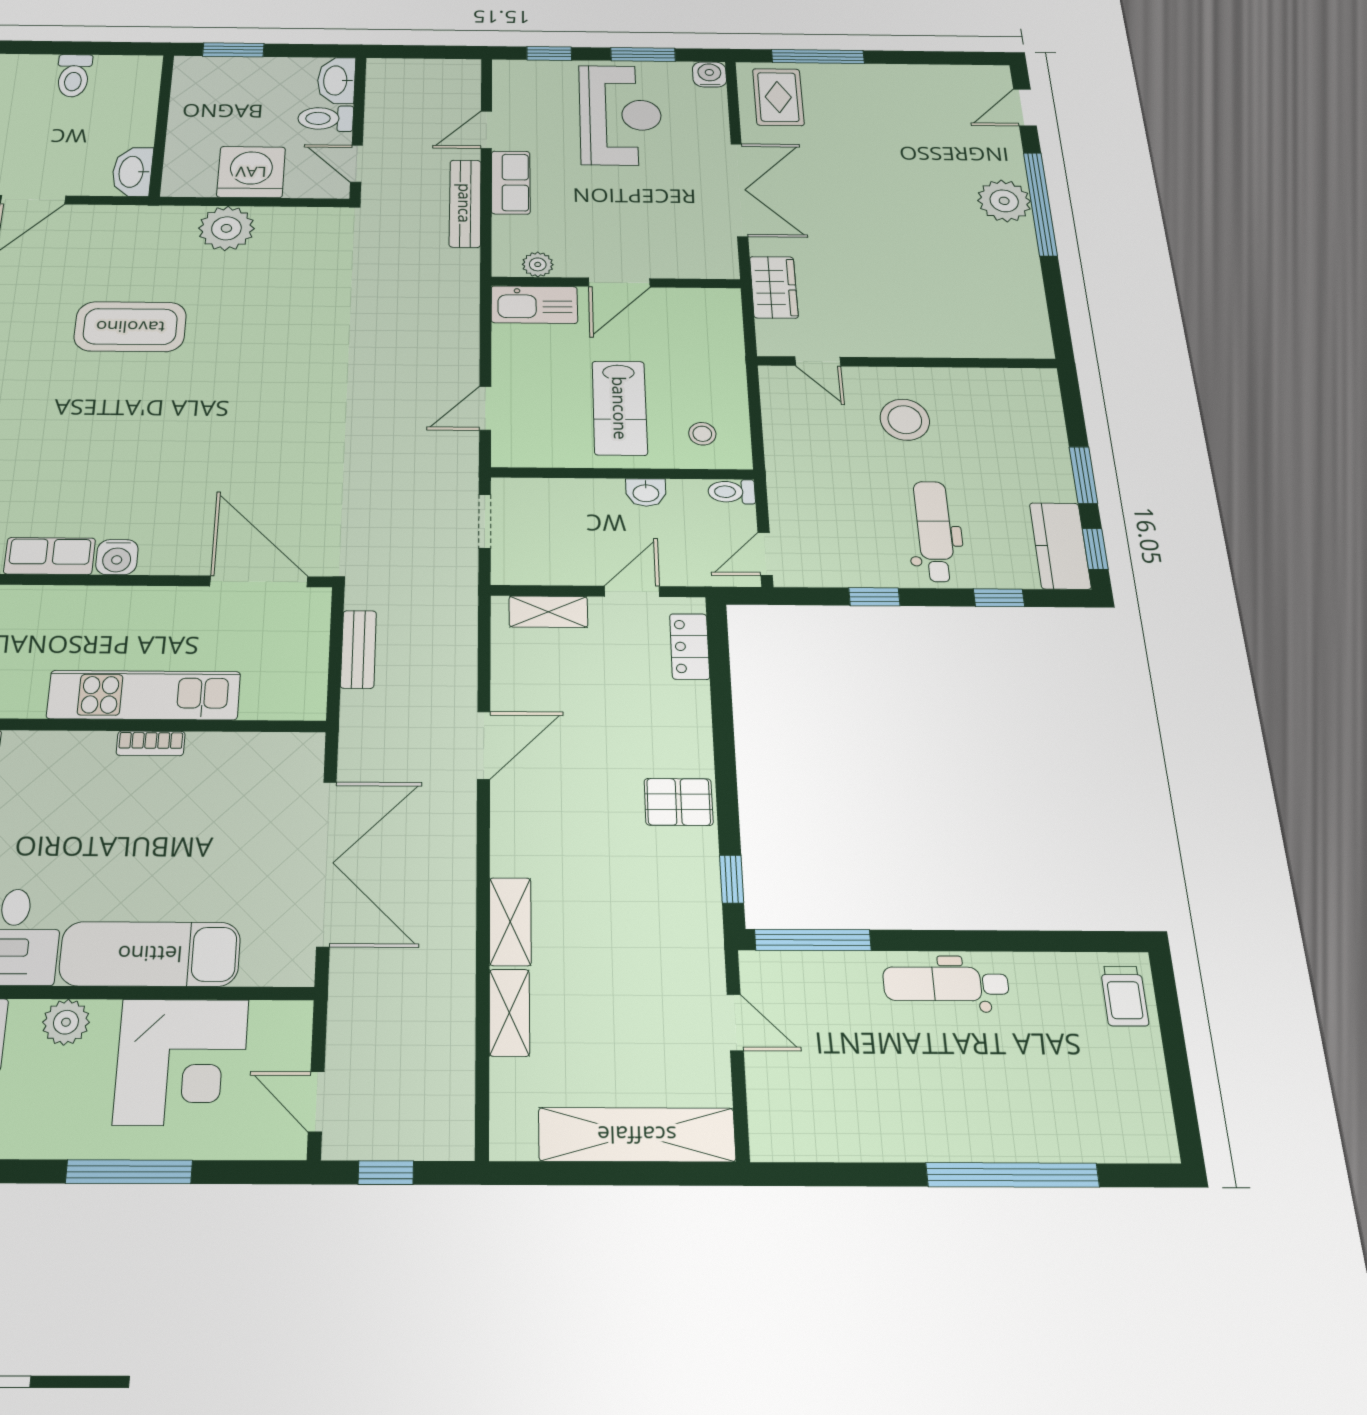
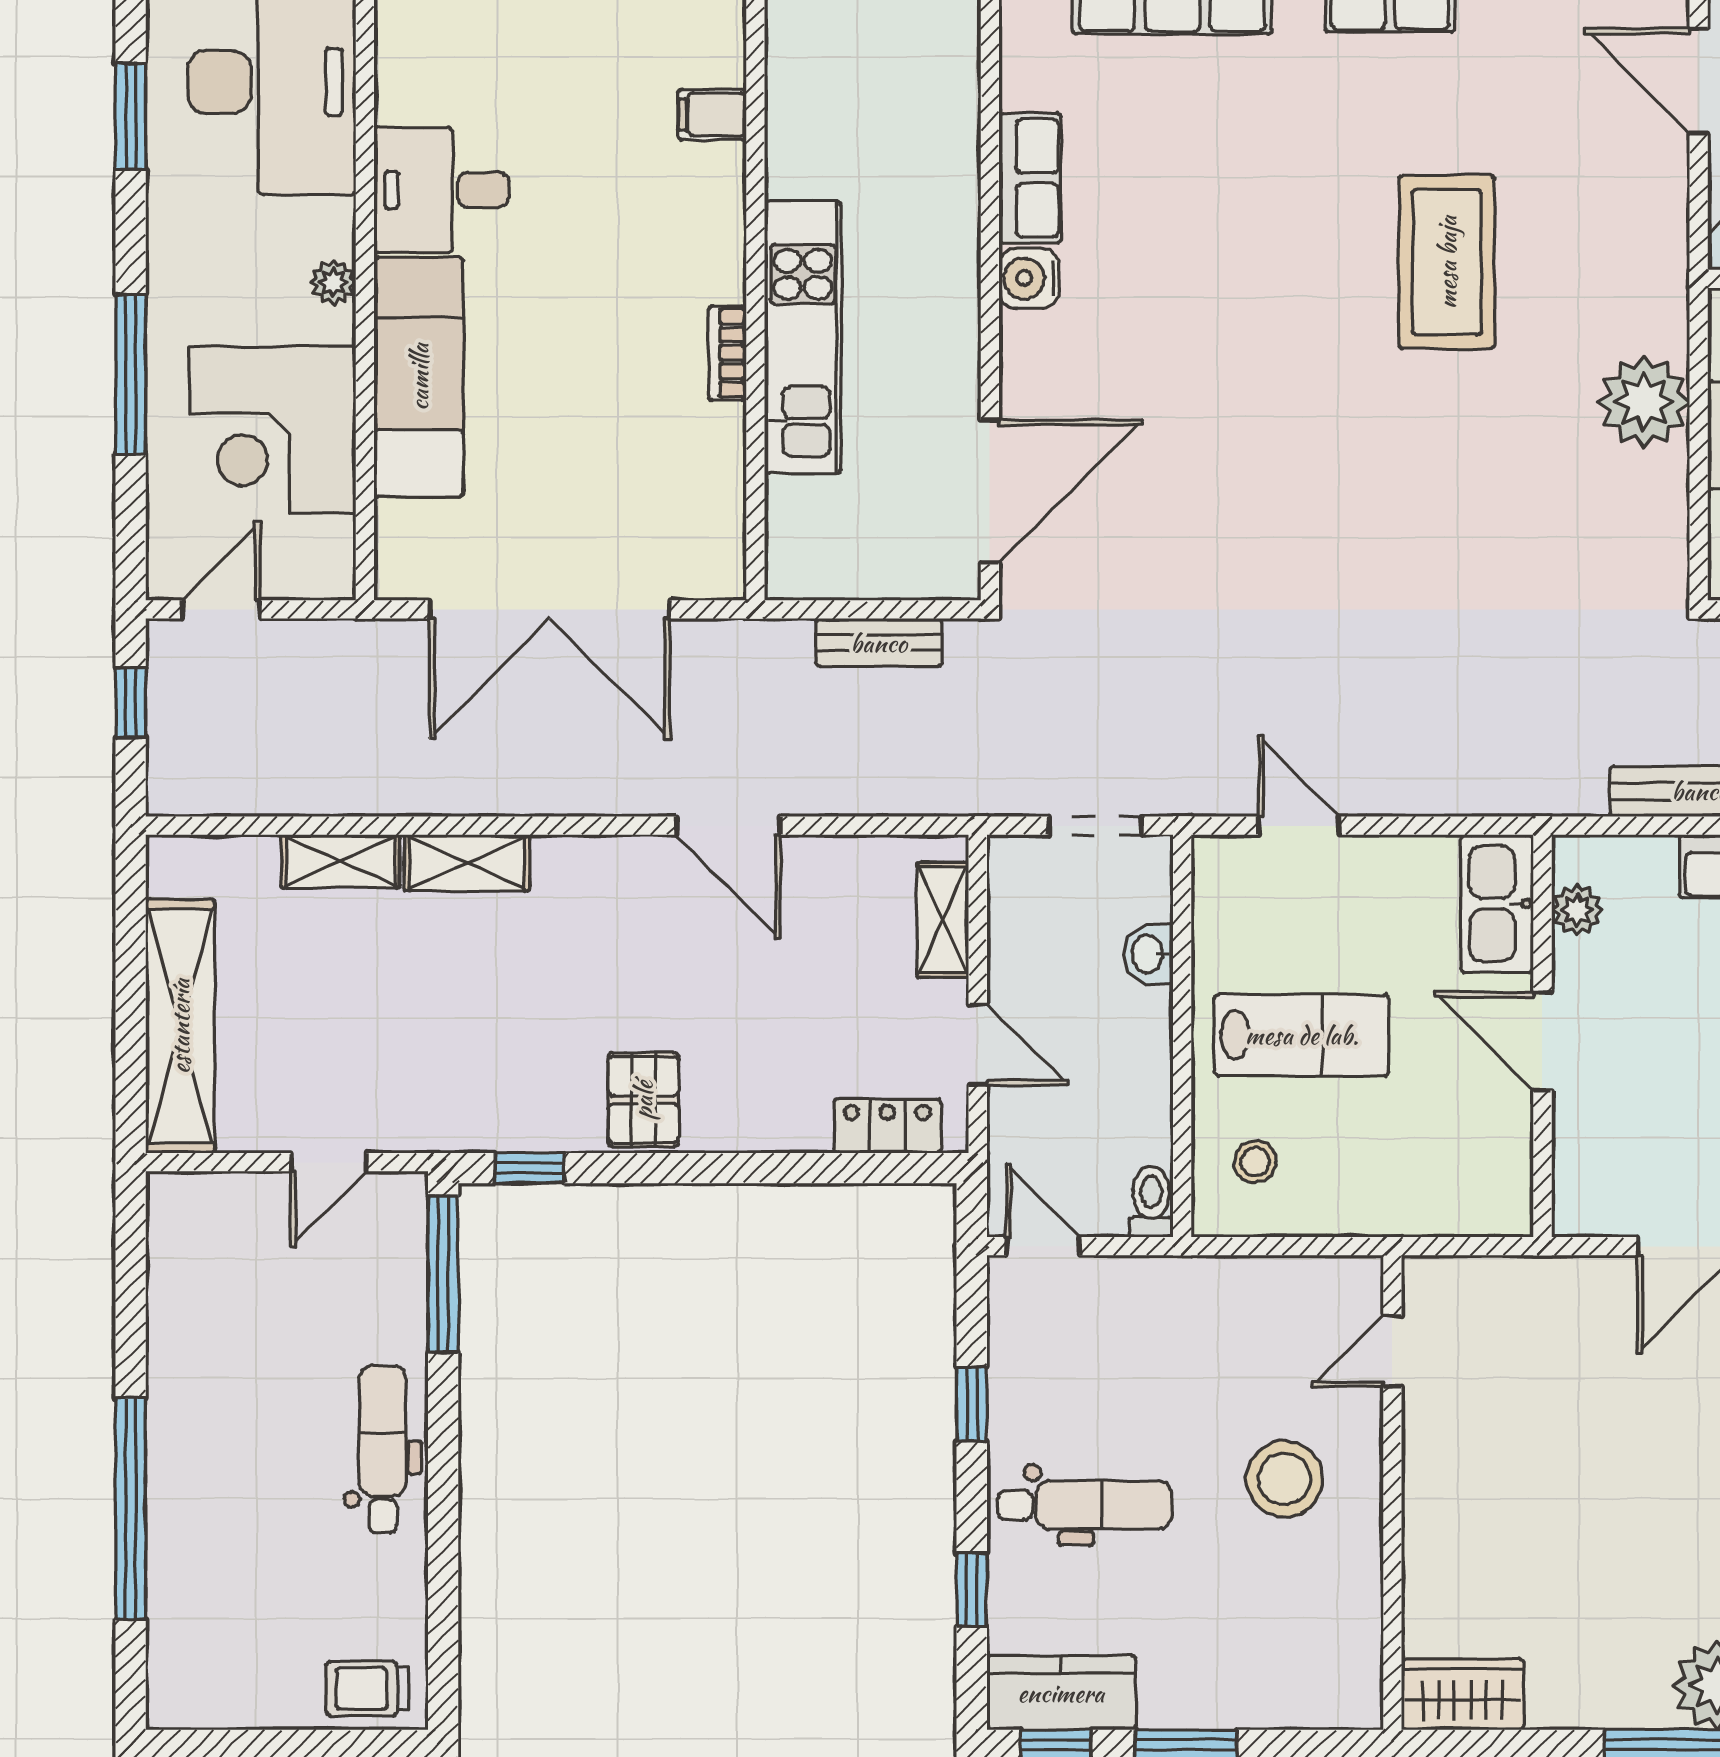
wardrobe: (774, 287) -> (1463, 1694), moved, turned 180
lab bench: (620, 408) -> (1302, 1035), turned 180
washbasin: (646, 492) -> (1149, 954), moved
plant: (66, 1022) -> (333, 282), width x0.73, depth x0.73

